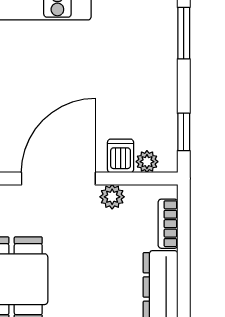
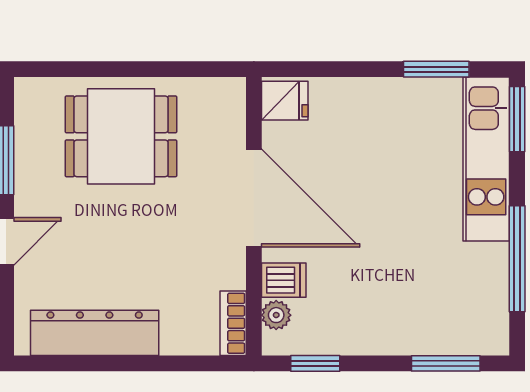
plant: (112, 197) -> (230, 269), removed
bookcase: (168, 224) -> (233, 323), moved, turned -90

